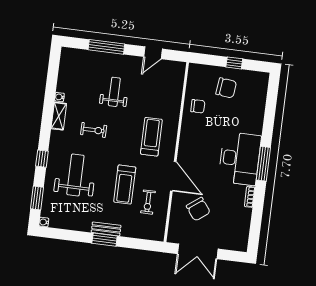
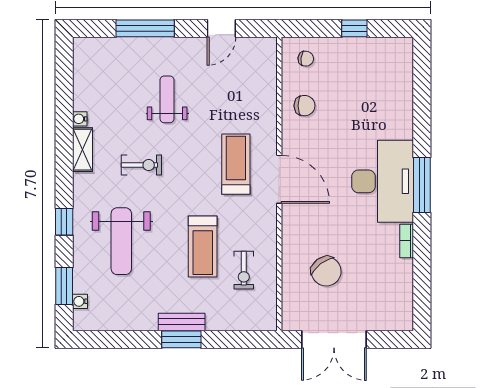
chair: (226, 88) -> (306, 59), moved, width x0.54, depth x0.54
weight bench: (75, 175) -> (121, 241), turned 180
door: (173, 176) -> (279, 179), moved
water cooler: (44, 222) -> (80, 301), moved

